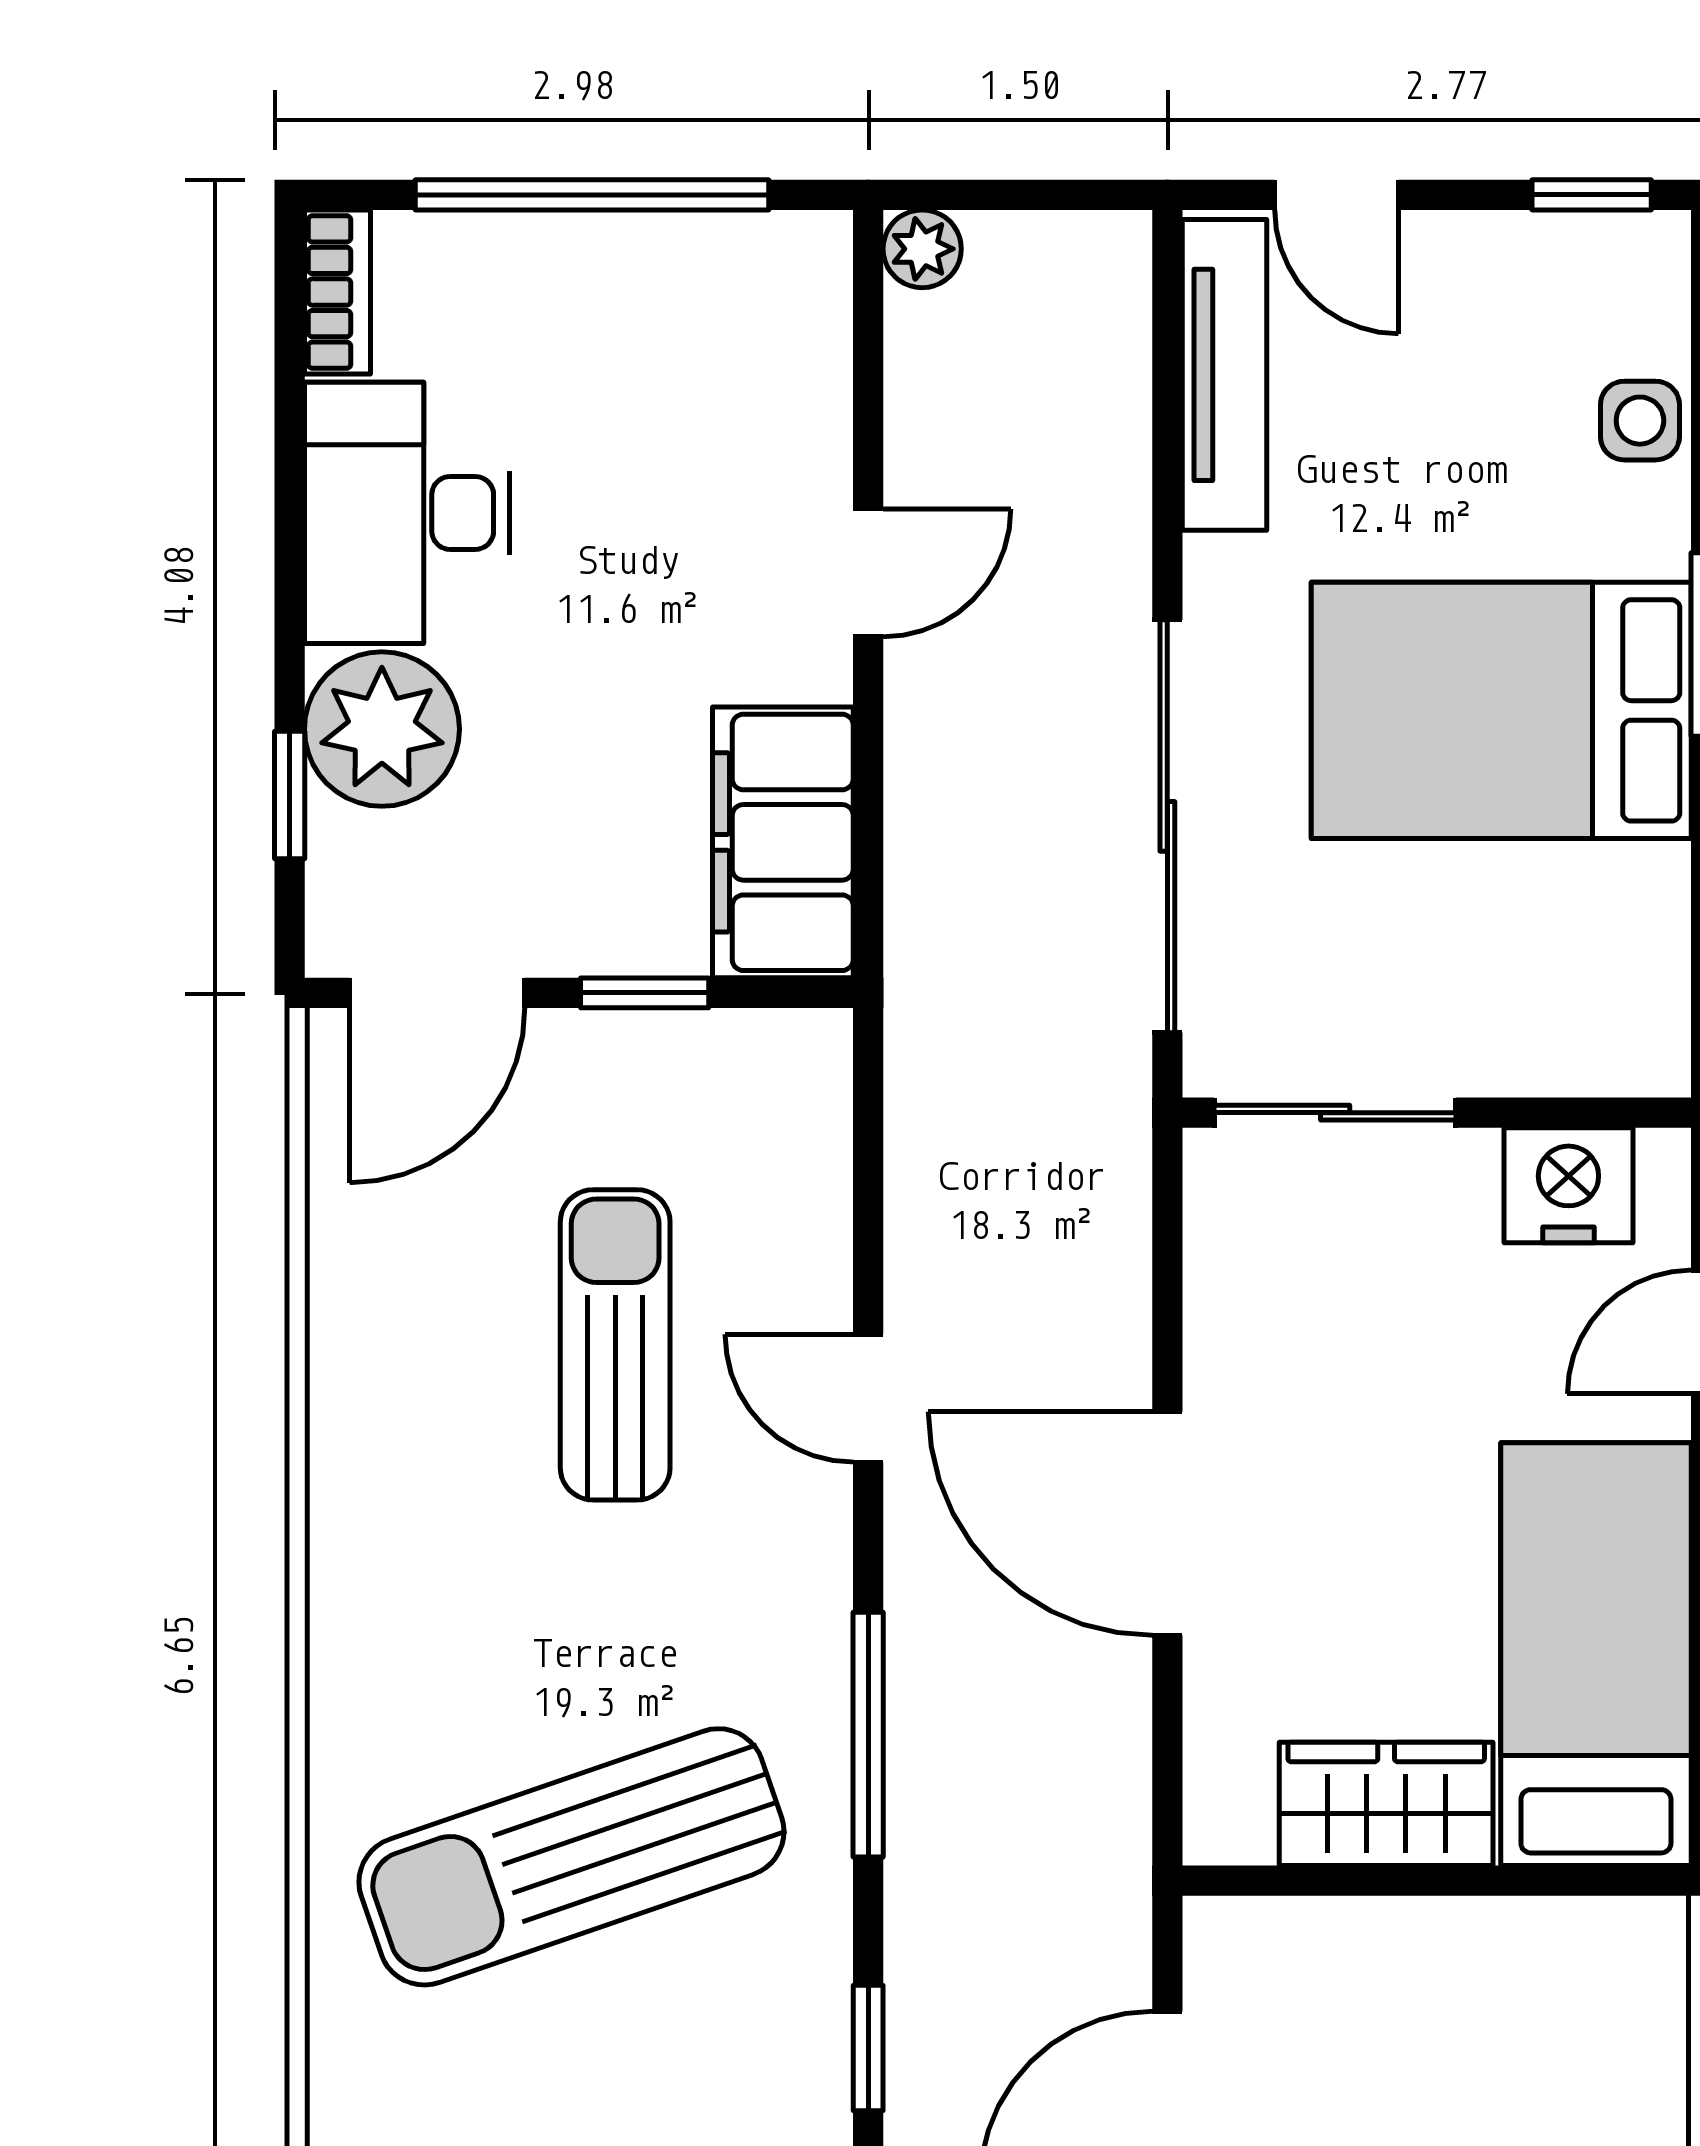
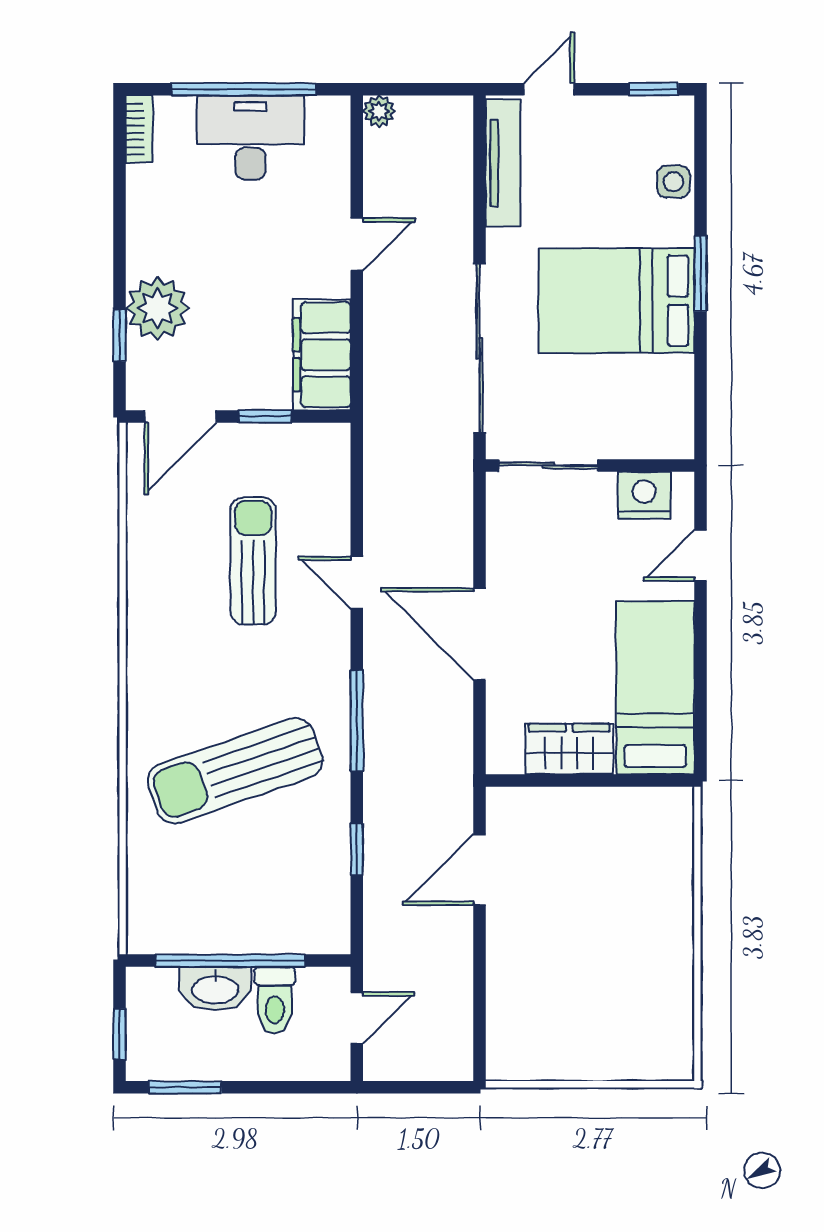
door: (1336, 195) -> (549, 89), swing flipped
desk: (407, 513) -> (250, 137), moved, turned 90

